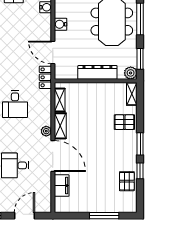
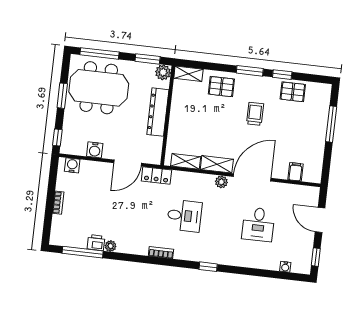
pallet: (124, 122) -> (221, 87), turned 90
trolley: (105, 152) -> (255, 114), added
filing cabinet: (62, 186) -> (296, 172), width x0.50

